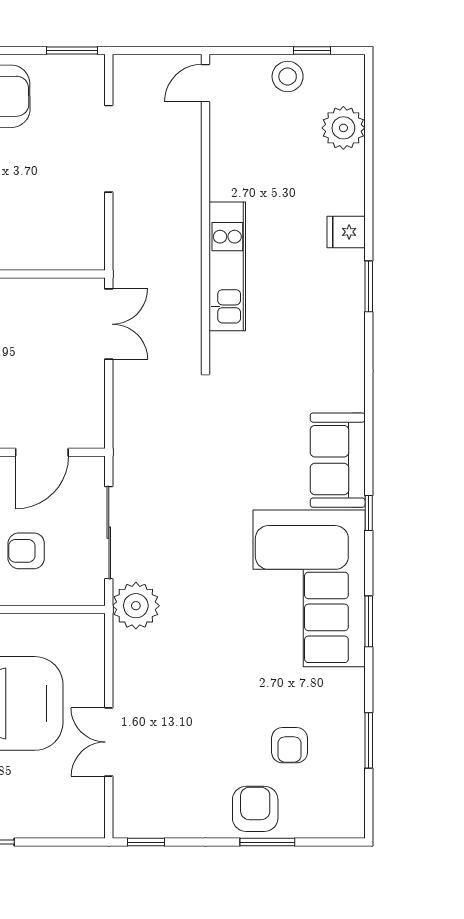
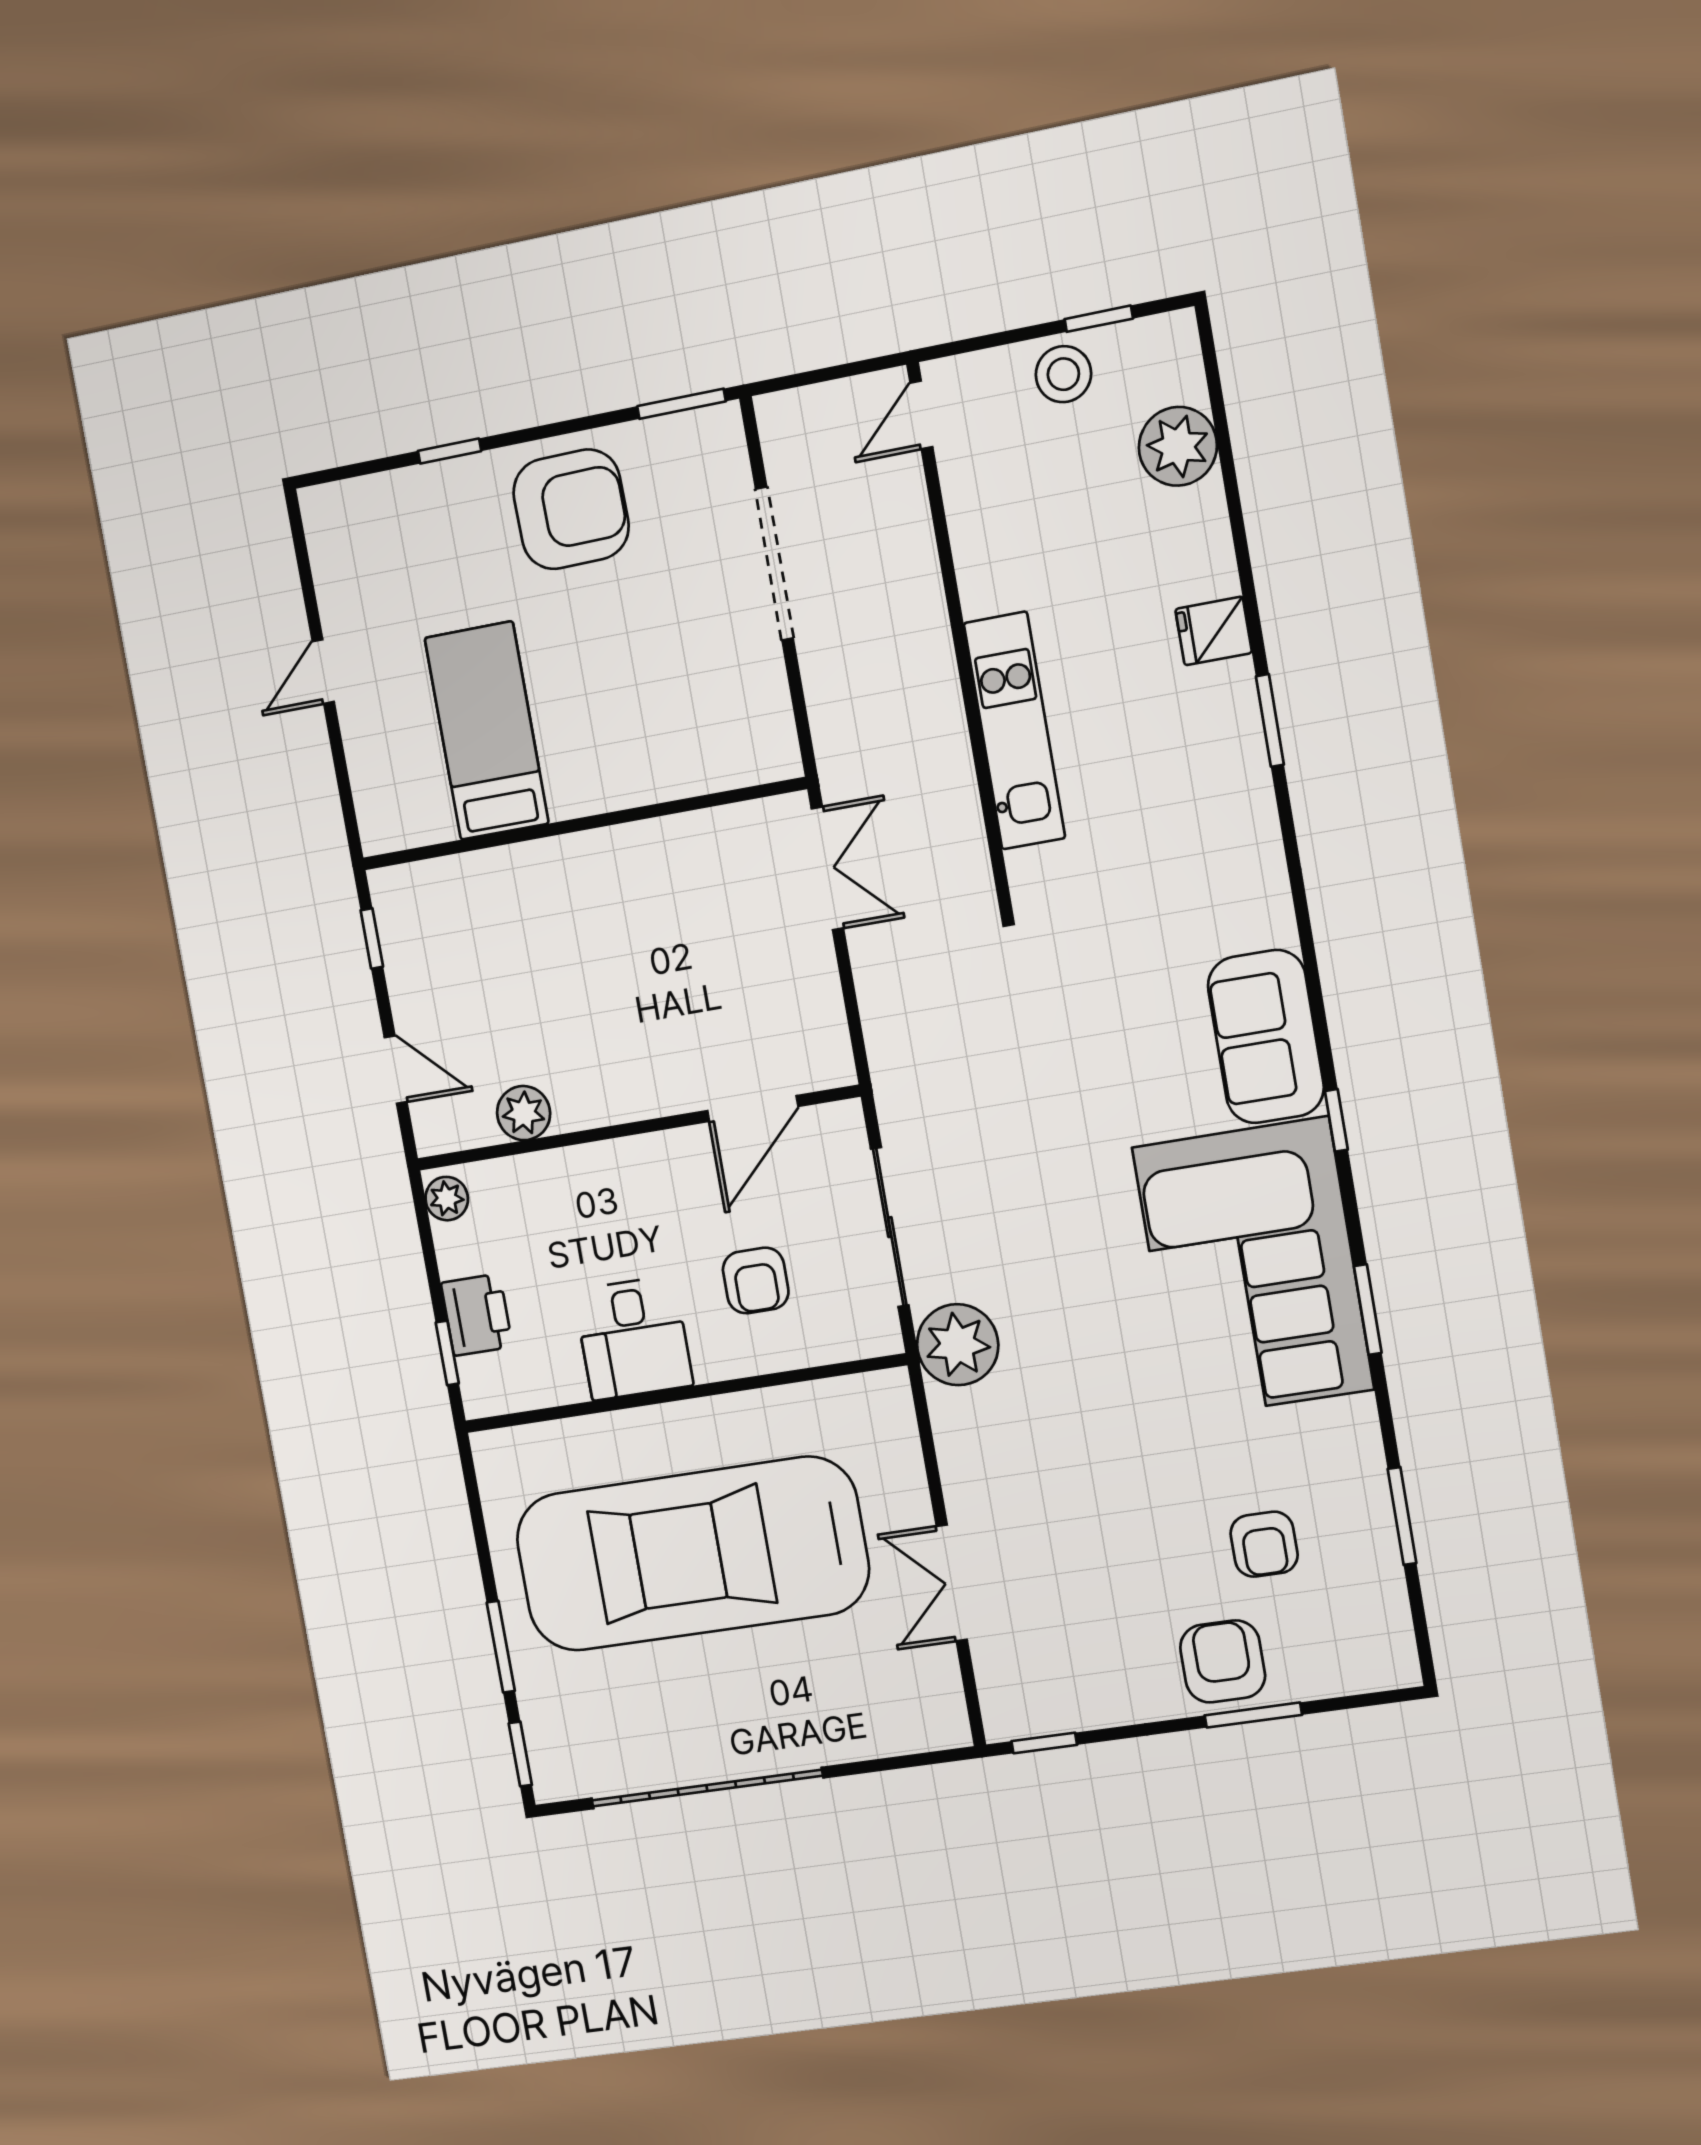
armchair: (26, 551) -> (756, 1280), turned -90

